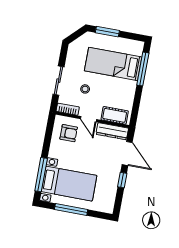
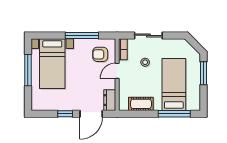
cot: (115, 115) -> (141, 104), moved, turned 90
dresser: (112, 131) -> (110, 100), width x0.70
armchair: (69, 133) -> (100, 54), turned 90
window: (41, 175) -> (82, 35), moved

